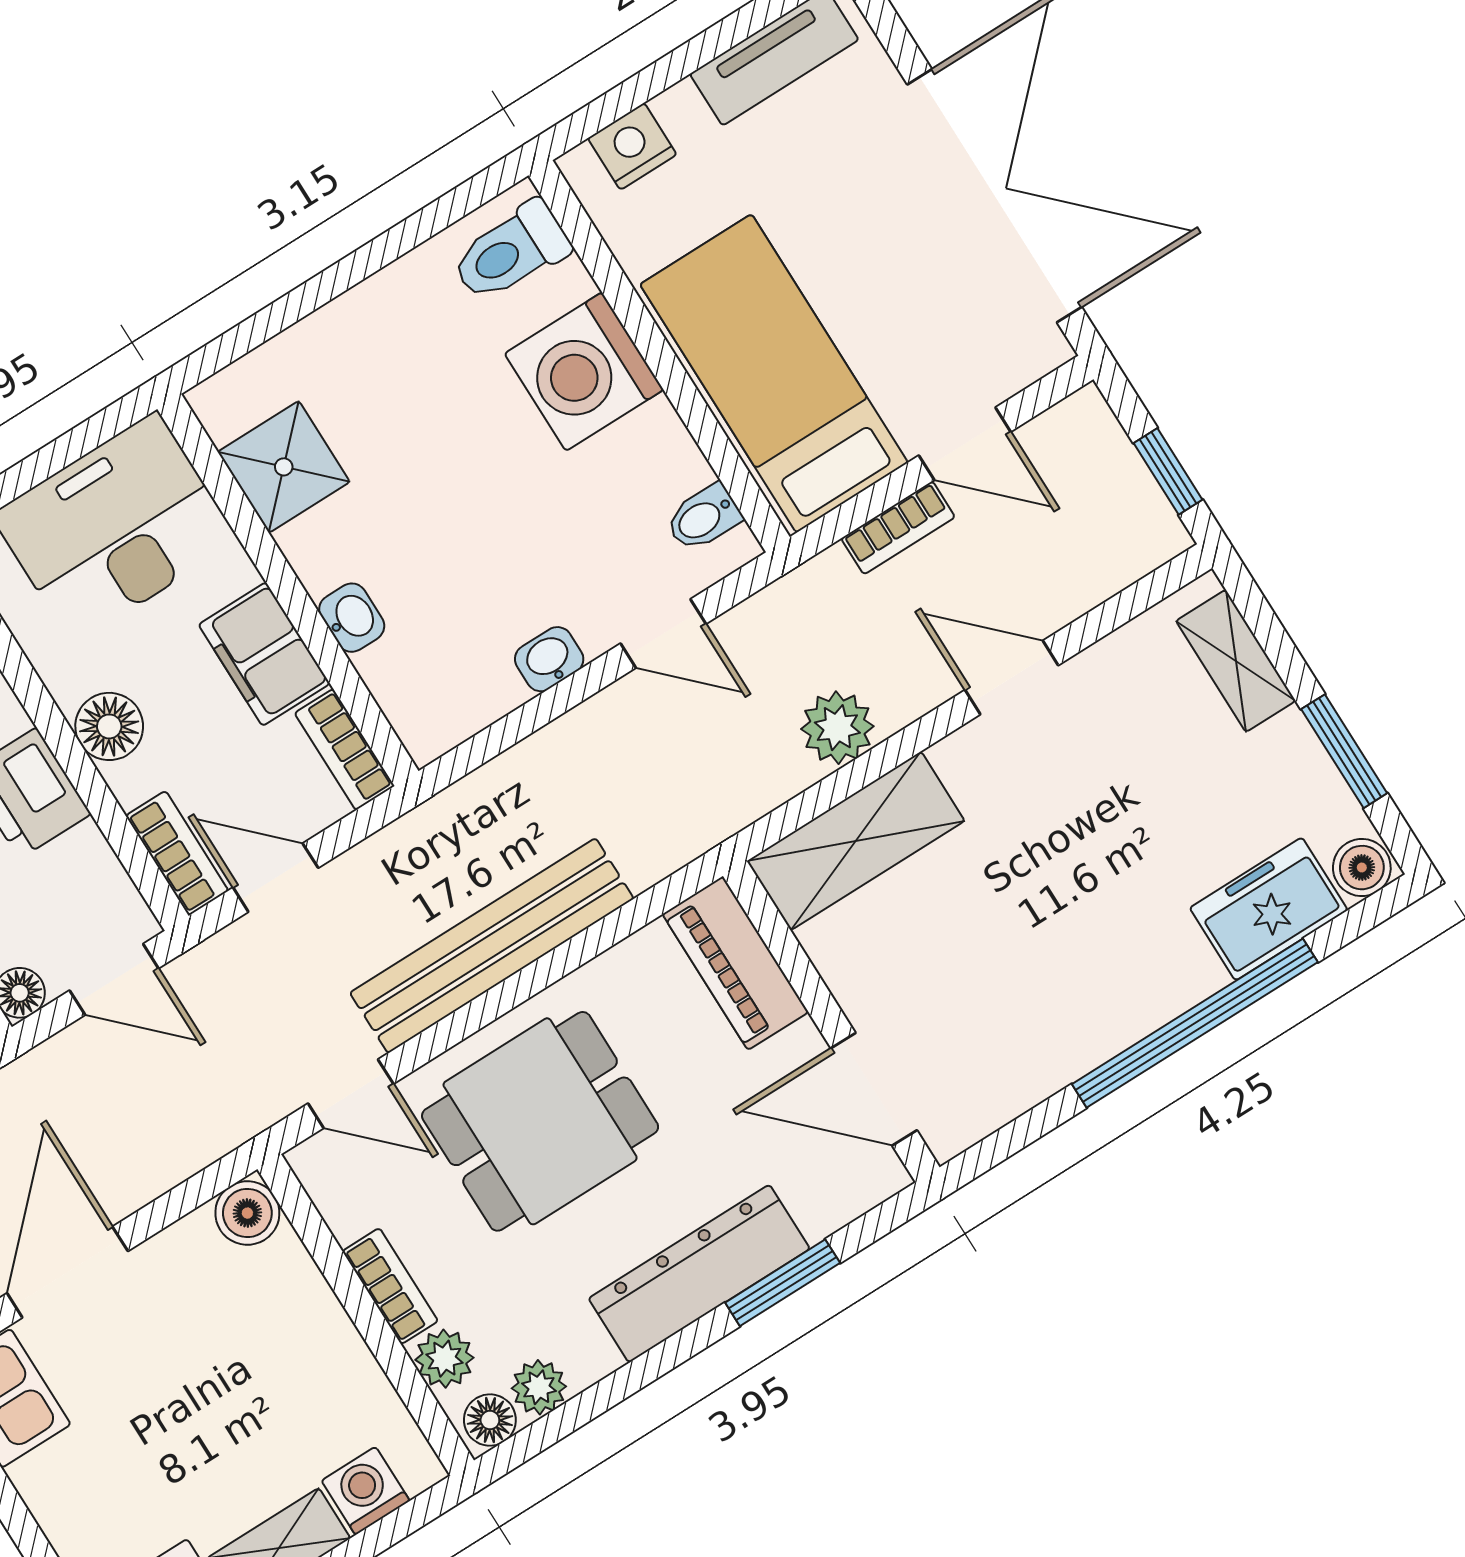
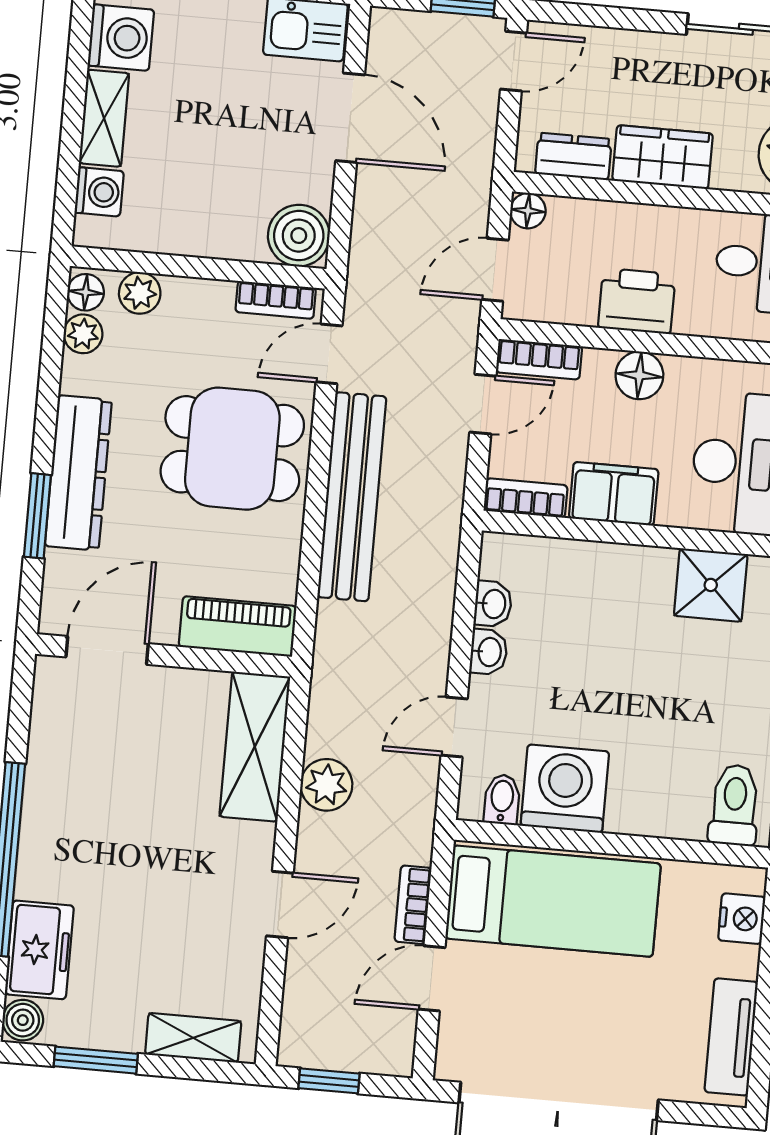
washing machine: (584, 372) -> (565, 789), moved
washbasin: (352, 618) -> (493, 604), moved, turned -90
dining table: (540, 1121) -> (232, 449), turned 90
boiler: (247, 1213) -> (299, 236), width x1.36, depth x1.36
bookcase: (390, 1286) -> (276, 300), moved

